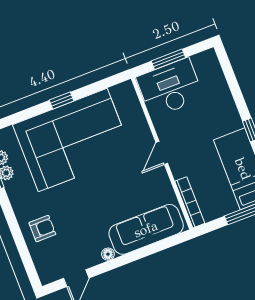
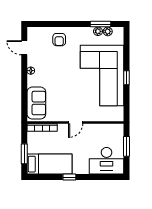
desk: (170, 88) -> (107, 161), moved, turned 90
door: (162, 153) -> (76, 122), swing flipped
sofa: (146, 229) -> (36, 103), width x0.73

